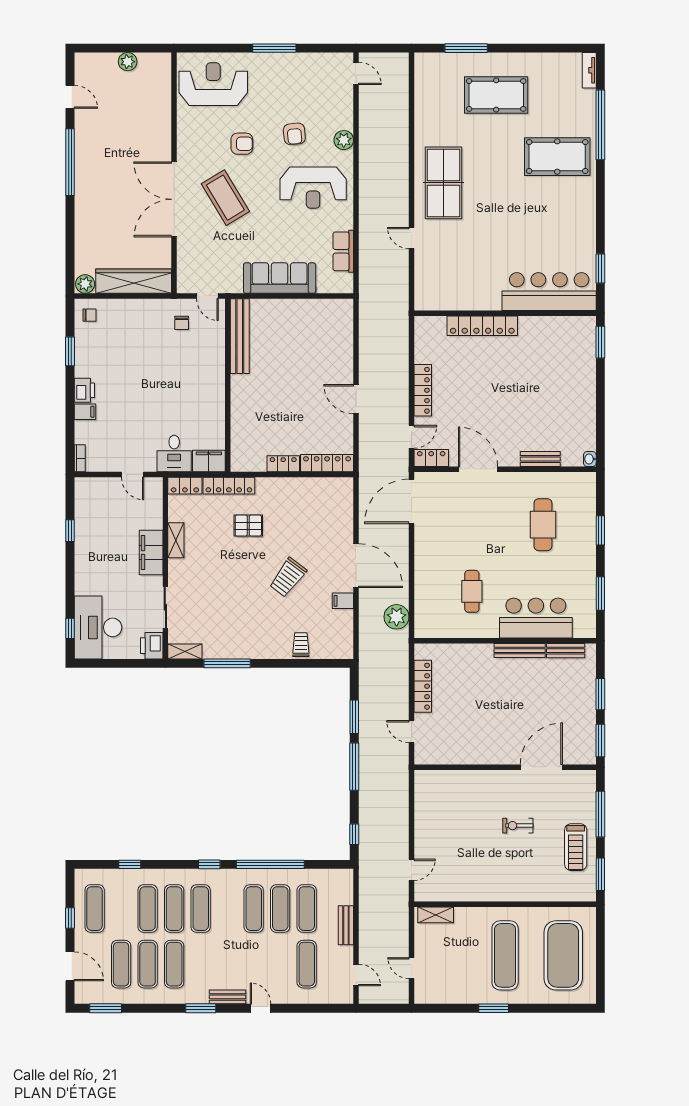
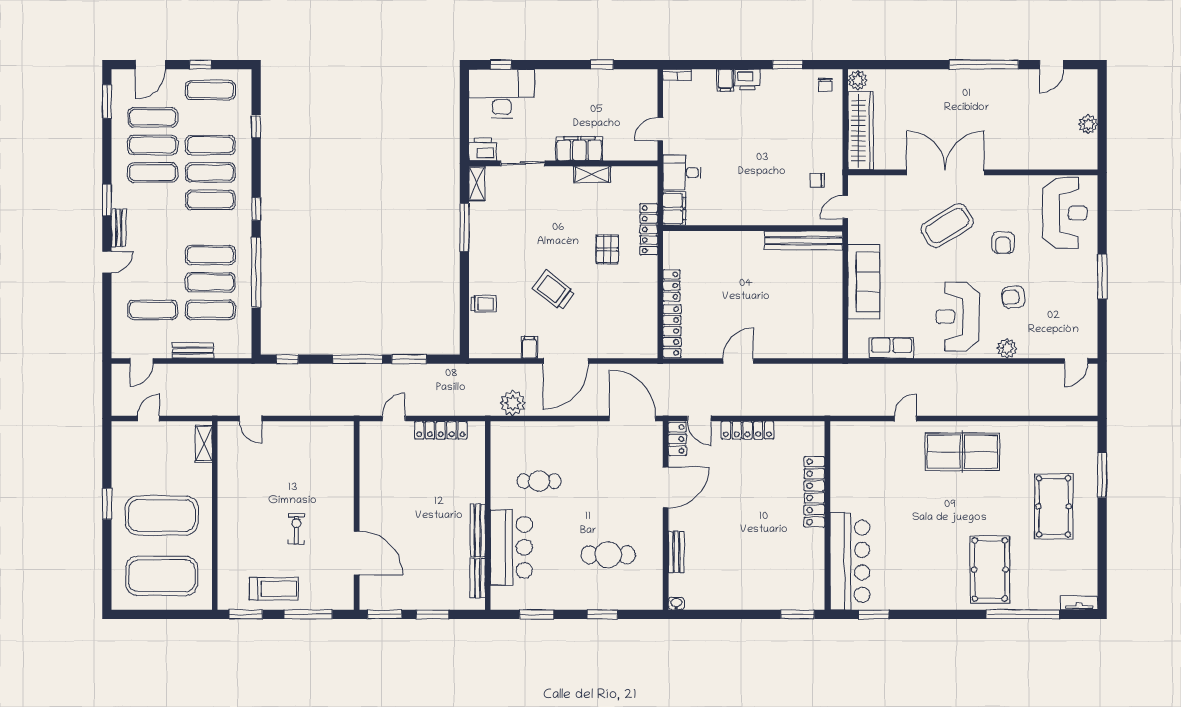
locker: (185, 486) -> (649, 184), removed
treadmill: (576, 847) -> (274, 589), turned 180
exercise mat: (505, 955) -> (162, 516), width x1.47

